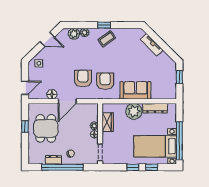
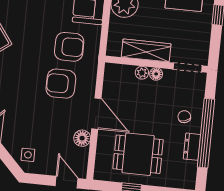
armchair: (105, 81) -> (69, 47), turned 180
wardrobe: (108, 122) -> (146, 50), width x1.50

